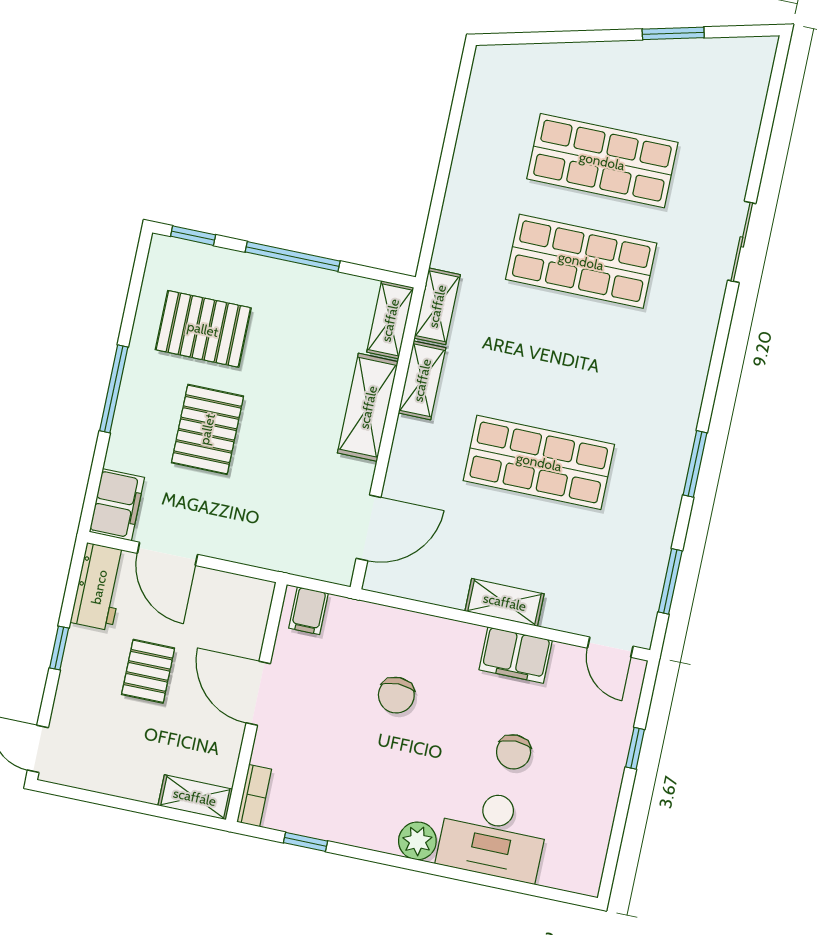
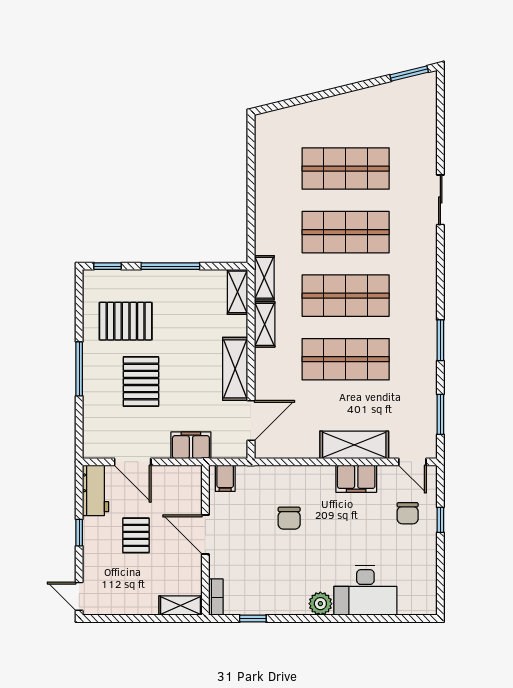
window: (673, 33) -> (409, 74), moved
shop shelf: (560, 362) -> (346, 296), added
shelving: (368, 407) -> (235, 369), moved
filing cabinet: (117, 505) -> (191, 445), moved, turned -90
shelving: (505, 602) -> (354, 445), width x1.50, depth x1.33
chair: (514, 752) -> (408, 513), moved

